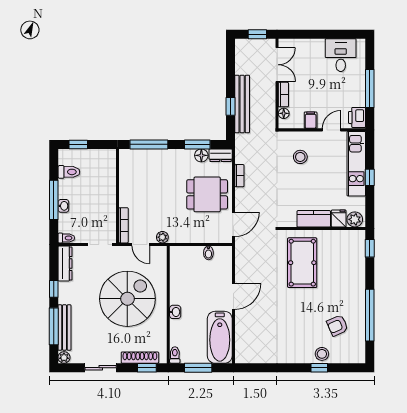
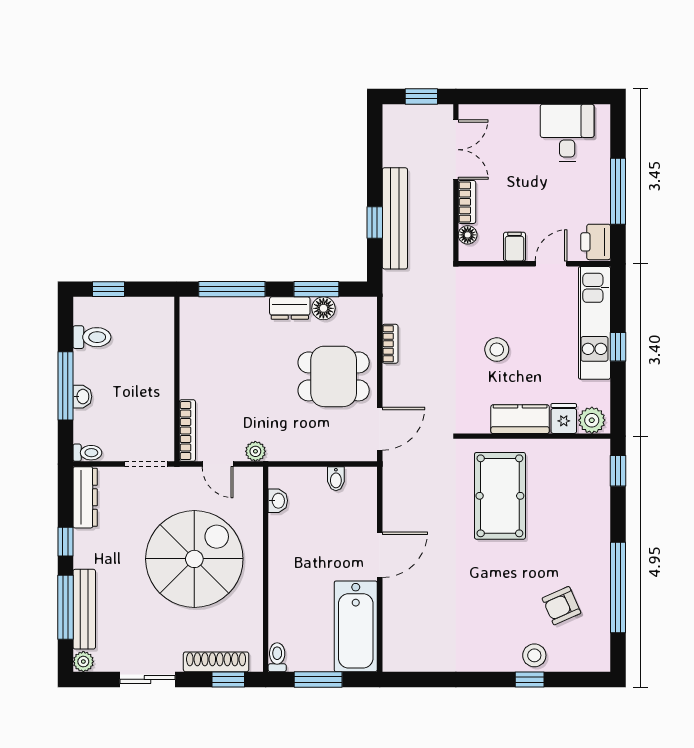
dresser: (221, 155) -> (290, 308), moved
stool: (300, 157) -> (497, 350), moved
washbasin: (175, 312) -> (278, 501), moved

